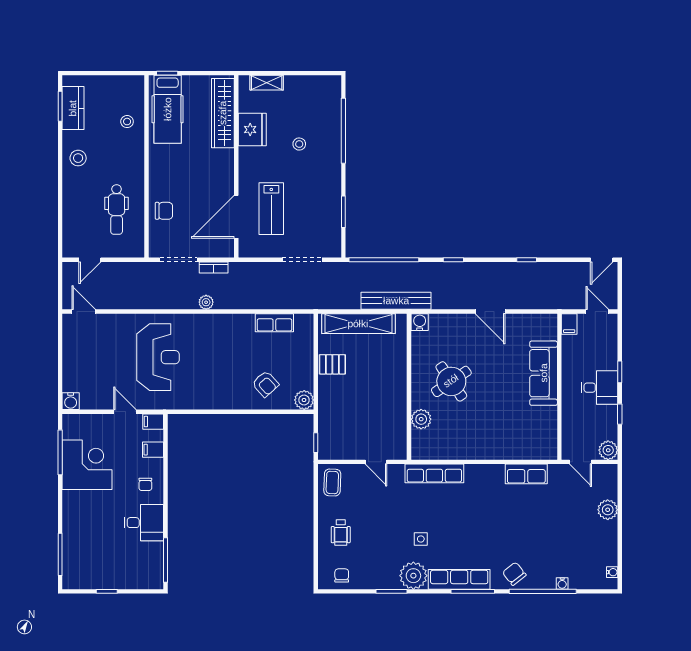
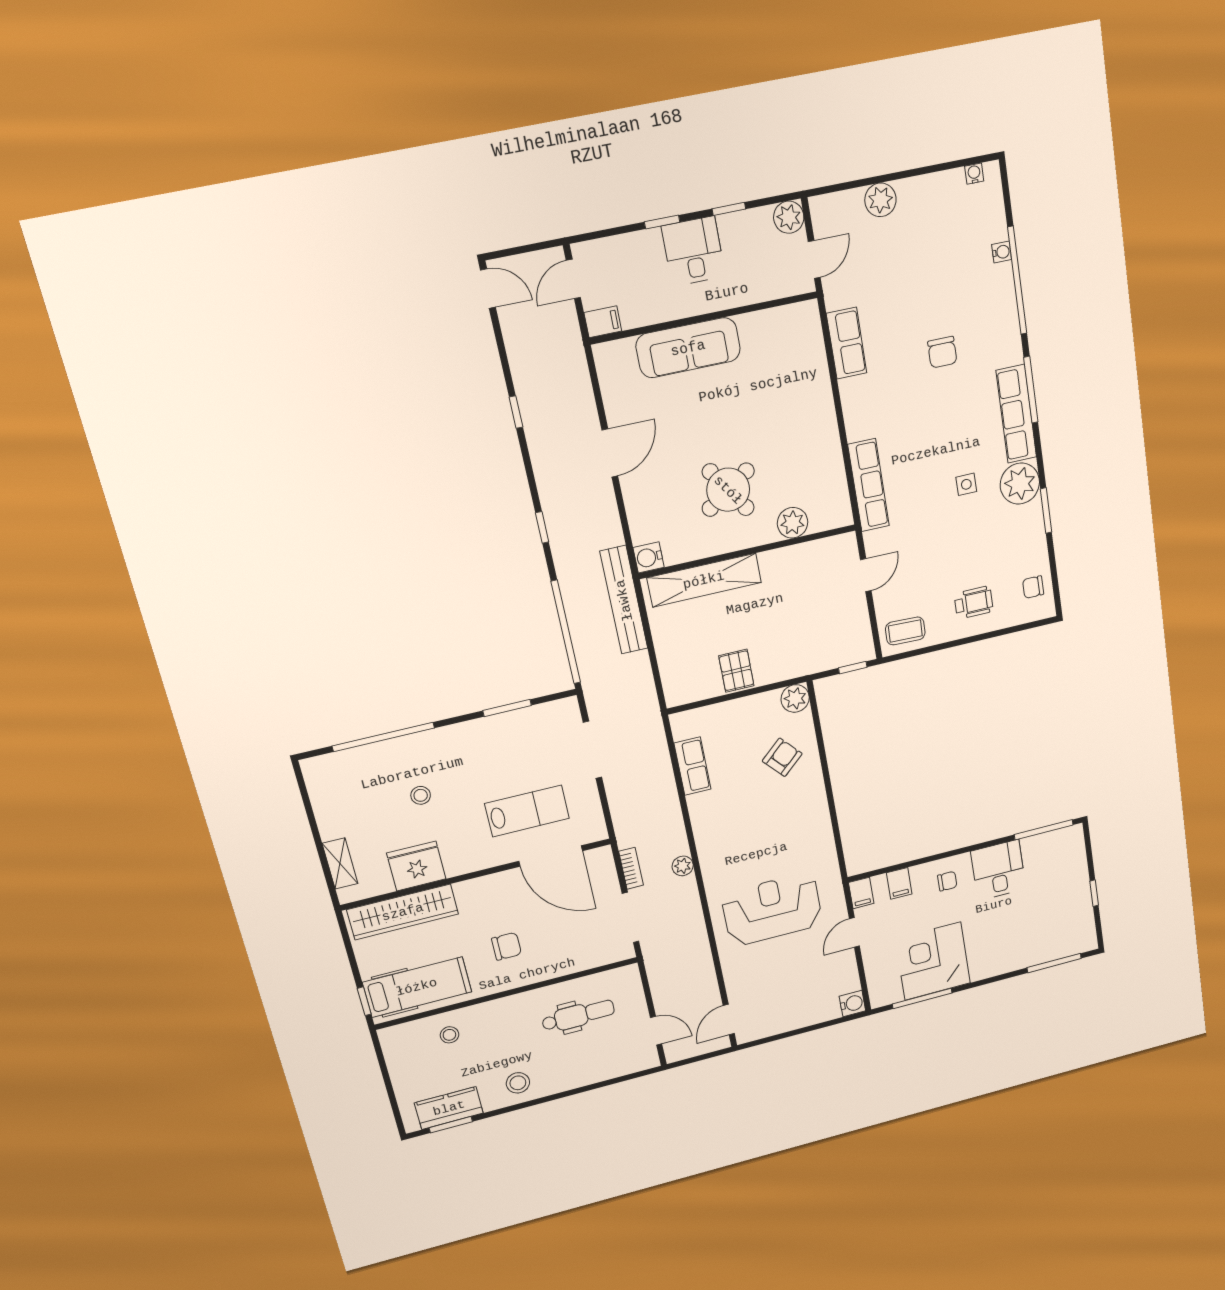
chair: (164, 211) -> (507, 946), moved, turned 90
shelving: (358, 324) -> (704, 580), moved, turned 90
chair: (514, 574) -> (942, 352), moved, turned -52

